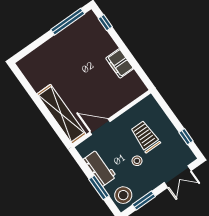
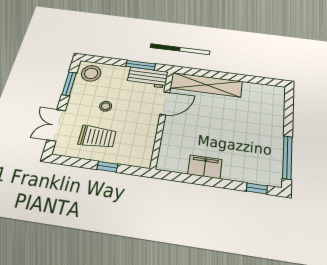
trolley: (145, 137) -> (97, 137), moved
window: (186, 137) -> (107, 167), moved
workbench: (100, 168) -> (148, 77), moved
window: (99, 188) -> (141, 65), moved

